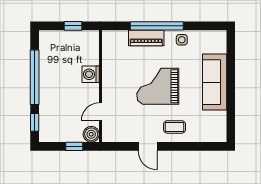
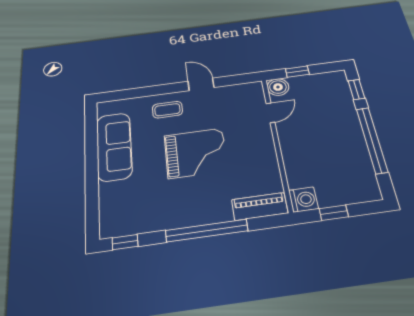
window: (210, 26) -> (125, 242), added
piano: (146, 38) -> (260, 206), moved
side table: (182, 40) -> (167, 217), removed
washing machine: (91, 74) -> (303, 200), moved
sofa: (215, 82) -> (114, 146), moved

